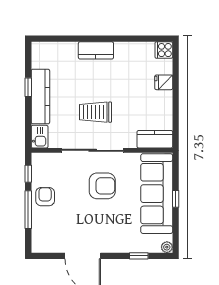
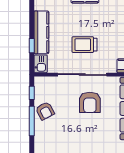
window: (28, 87) -> (32, 46), moved
armchair: (102, 186) -> (90, 102), turned 90
armchair: (45, 197) -> (45, 111), turned 152

